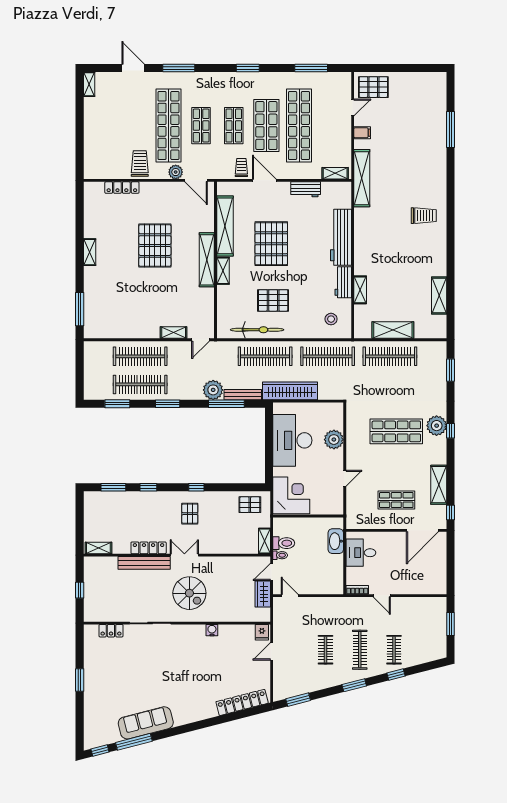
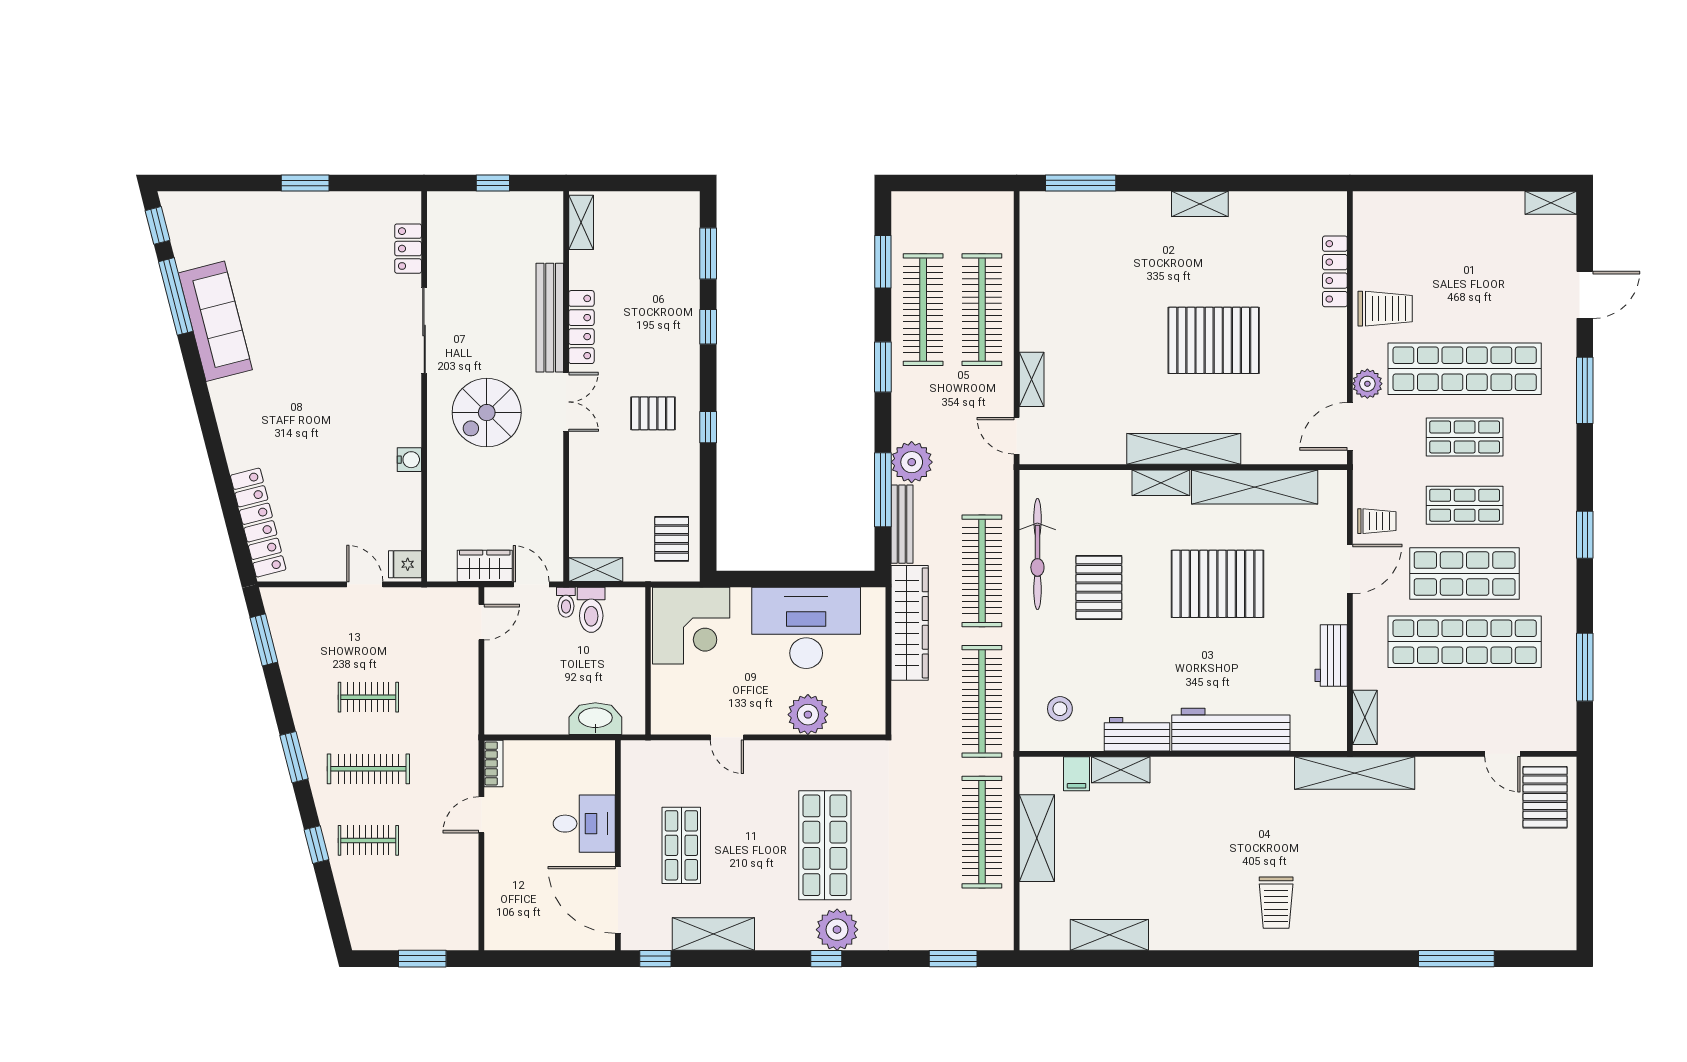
filing cabinet: (362, 133) -> (1077, 774), moved
desk: (361, 553) -> (584, 824), moved, turned 90

